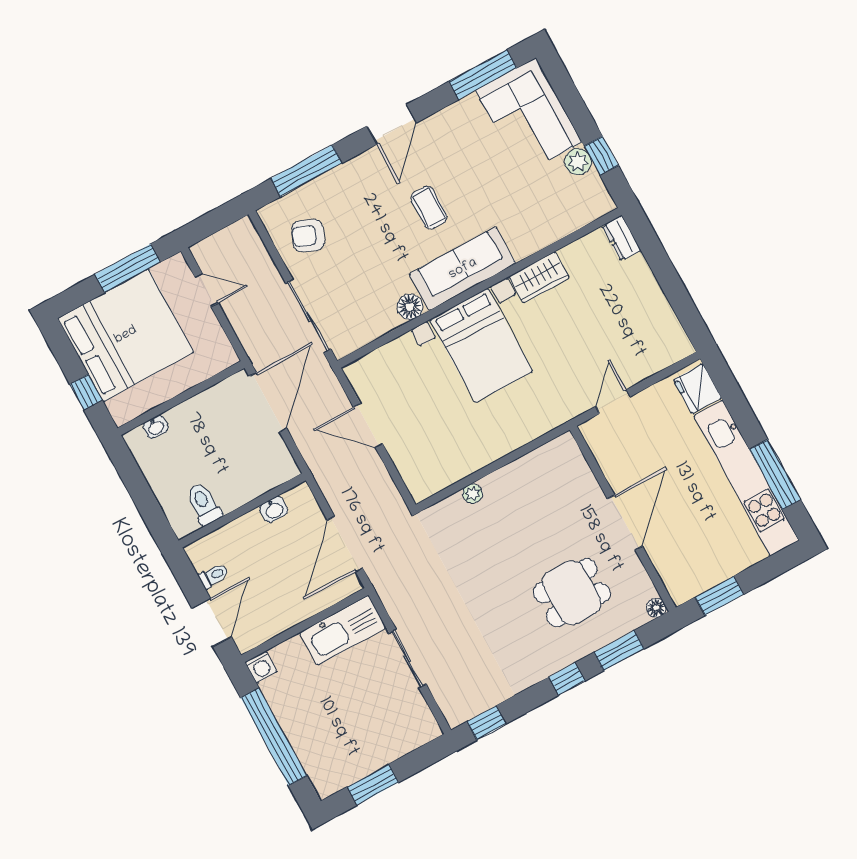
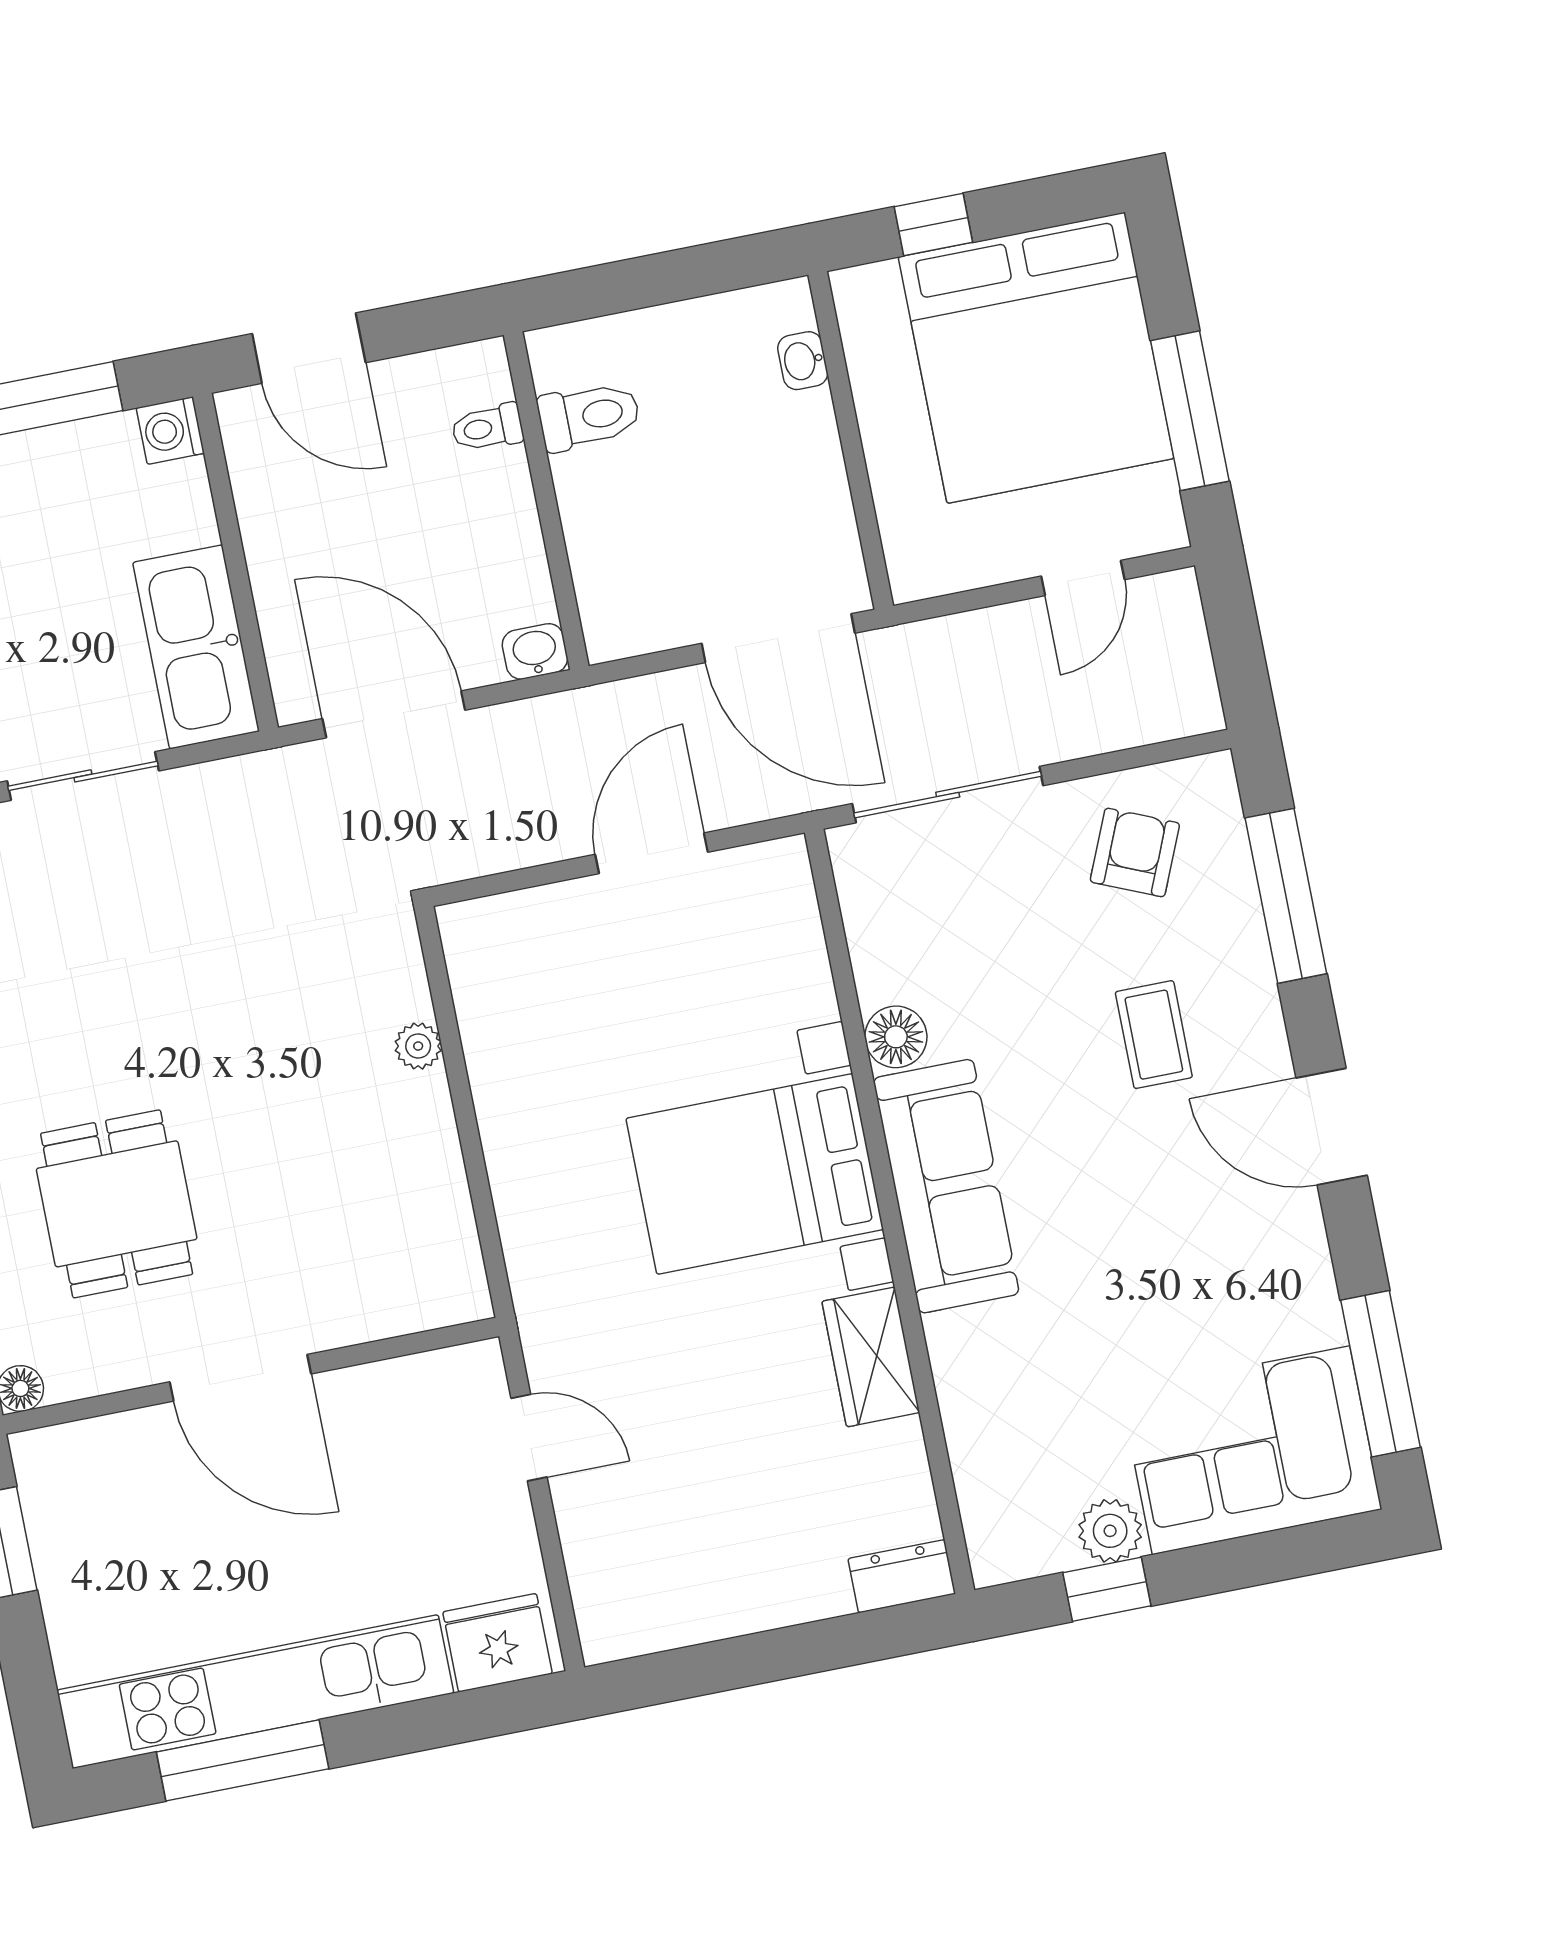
coffee table: (429, 208) -> (1154, 1035), moved, turned 90
washbasin: (274, 509) -> (535, 651), moved, turned 90
toilet: (214, 576) -> (487, 428), moved, turned 90

